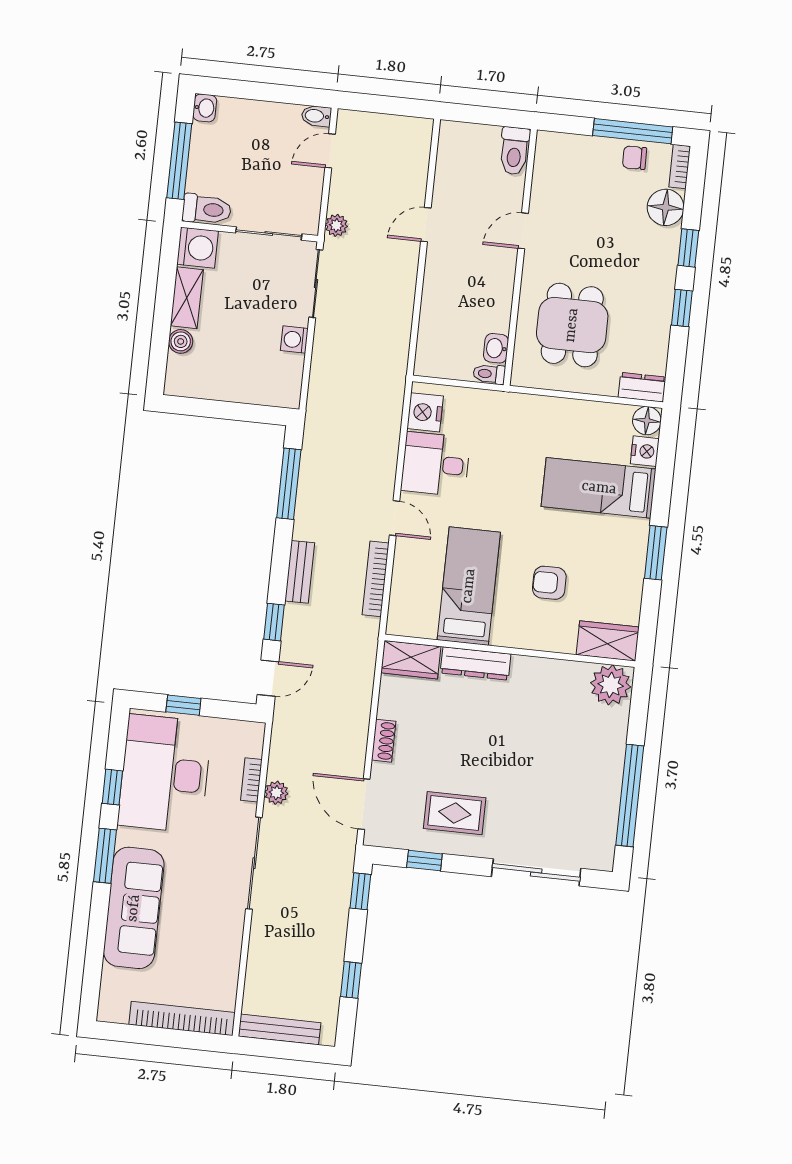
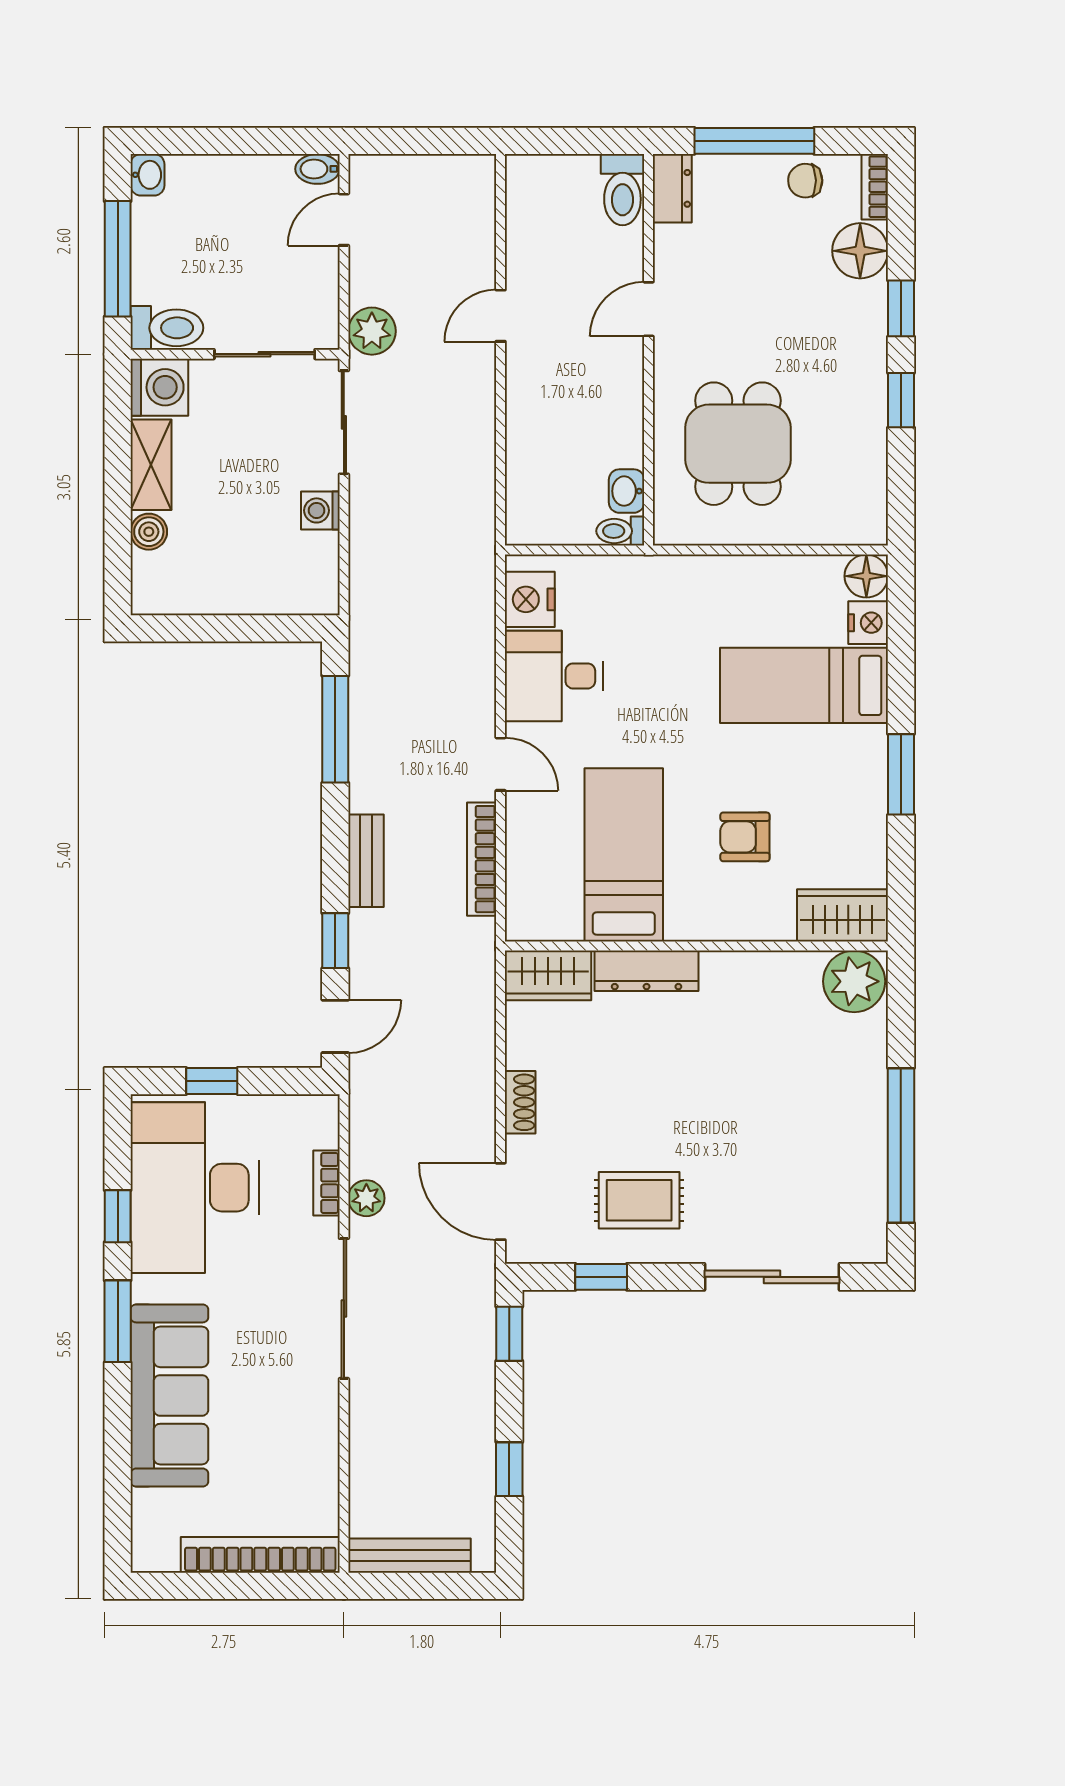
window: (633, 131) -> (754, 141), moved
plant: (336, 225) -> (372, 331), width x1.38, depth x1.38
dresser: (642, 387) -> (672, 188), moved, turned 90

